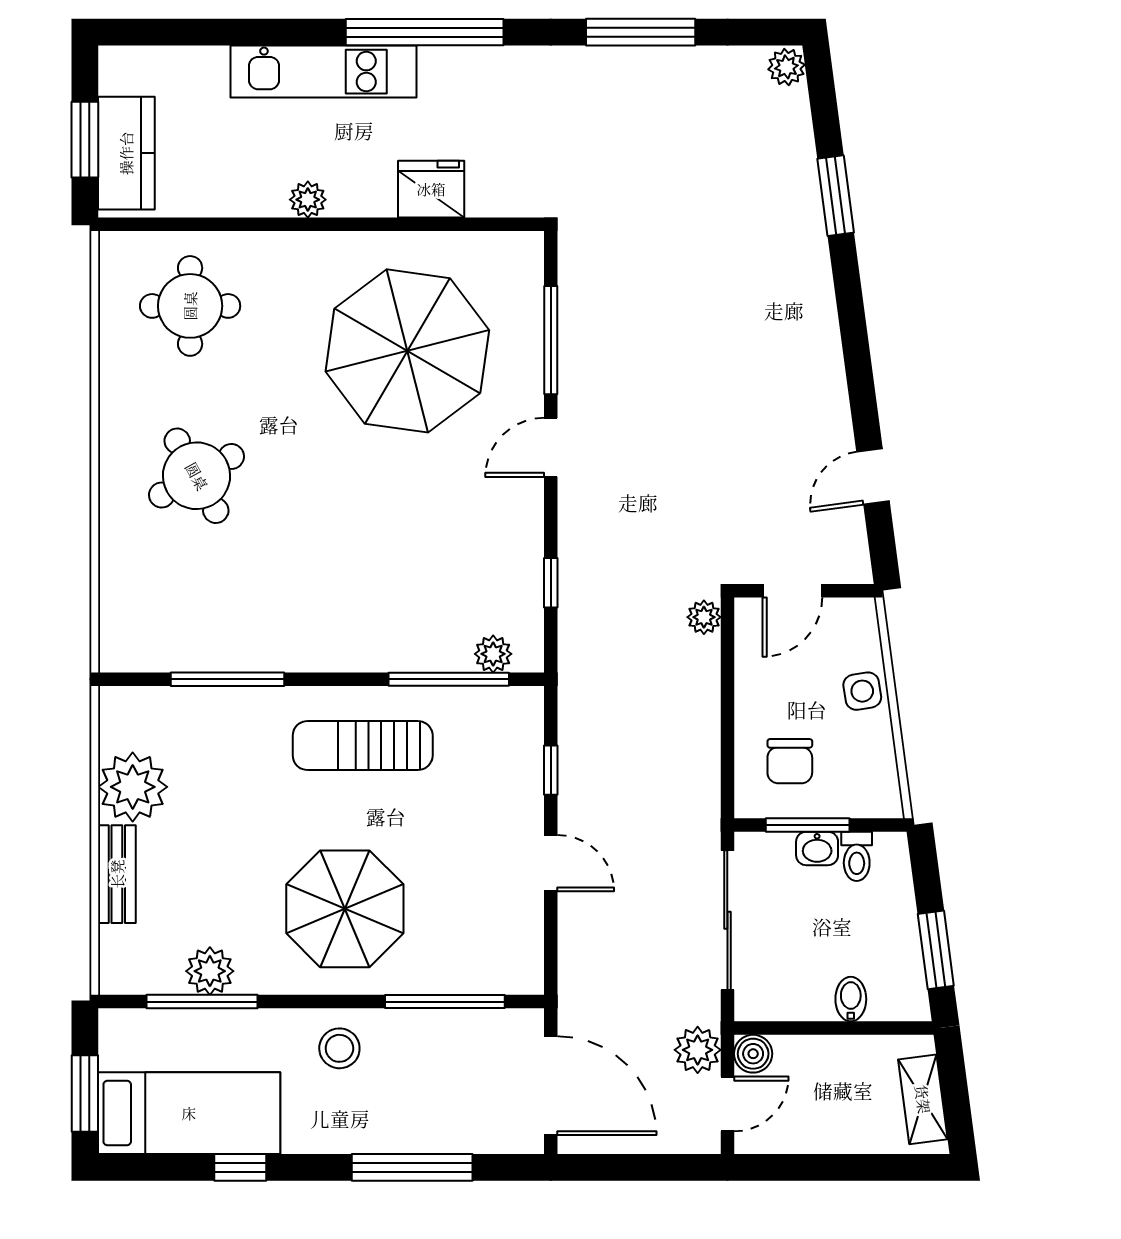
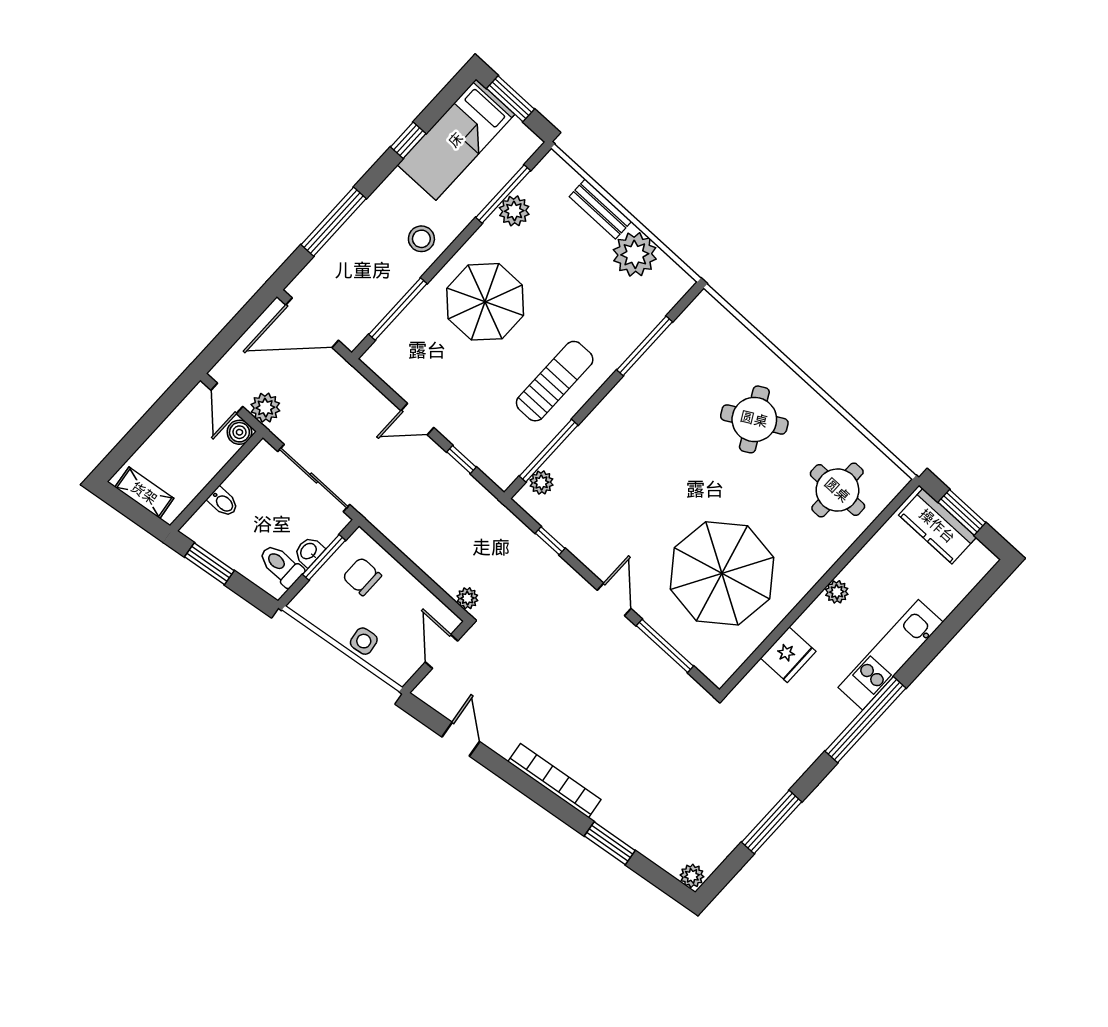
bookcase: (822, 325) -> (554, 781), added
toilet: (857, 856) -> (281, 565), width x1.37, depth x1.39

